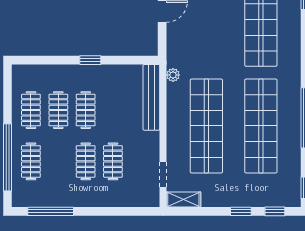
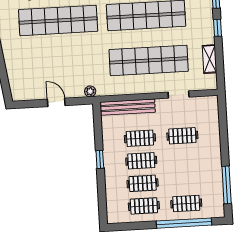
plant: (173, 75) -> (90, 91), moved
clothes rail: (86, 161) -> (140, 138), moved
doorway: (163, 174) -> (179, 95), moved
shelving: (183, 200) -> (209, 59), moved

